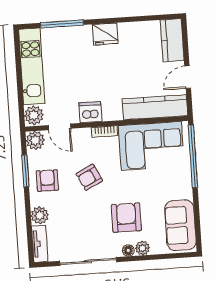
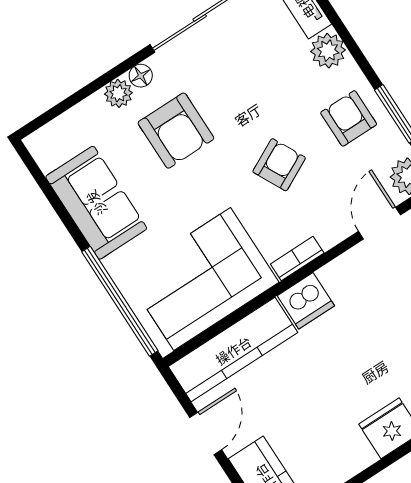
dishwasher: (90, 112) -> (306, 301), moved
door: (59, 127) -> (380, 223), hinge flipped
armchair: (47, 180) -> (349, 118), turned 180
sofa: (180, 225) -> (96, 203), moved

